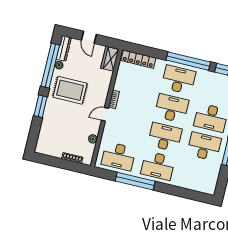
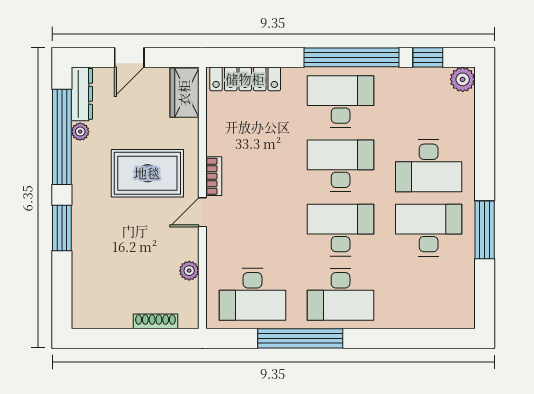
door: (89, 37) -> (129, 57), hinge flipped
rug: (70, 90) -> (147, 173), moved

